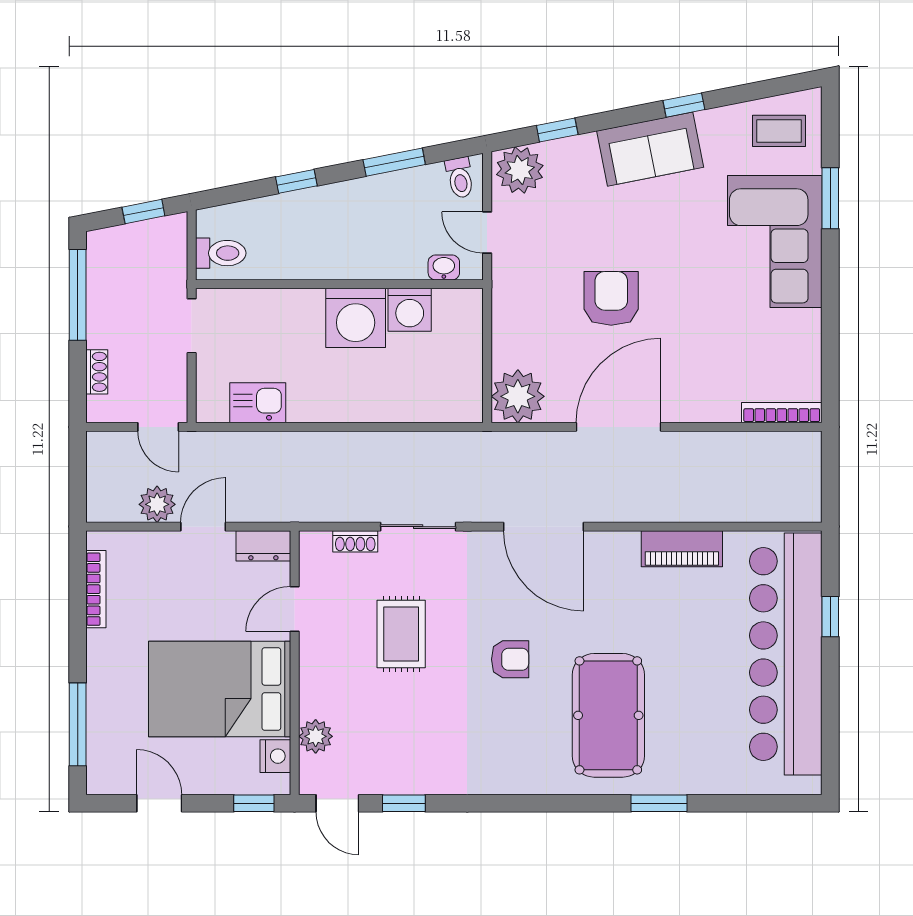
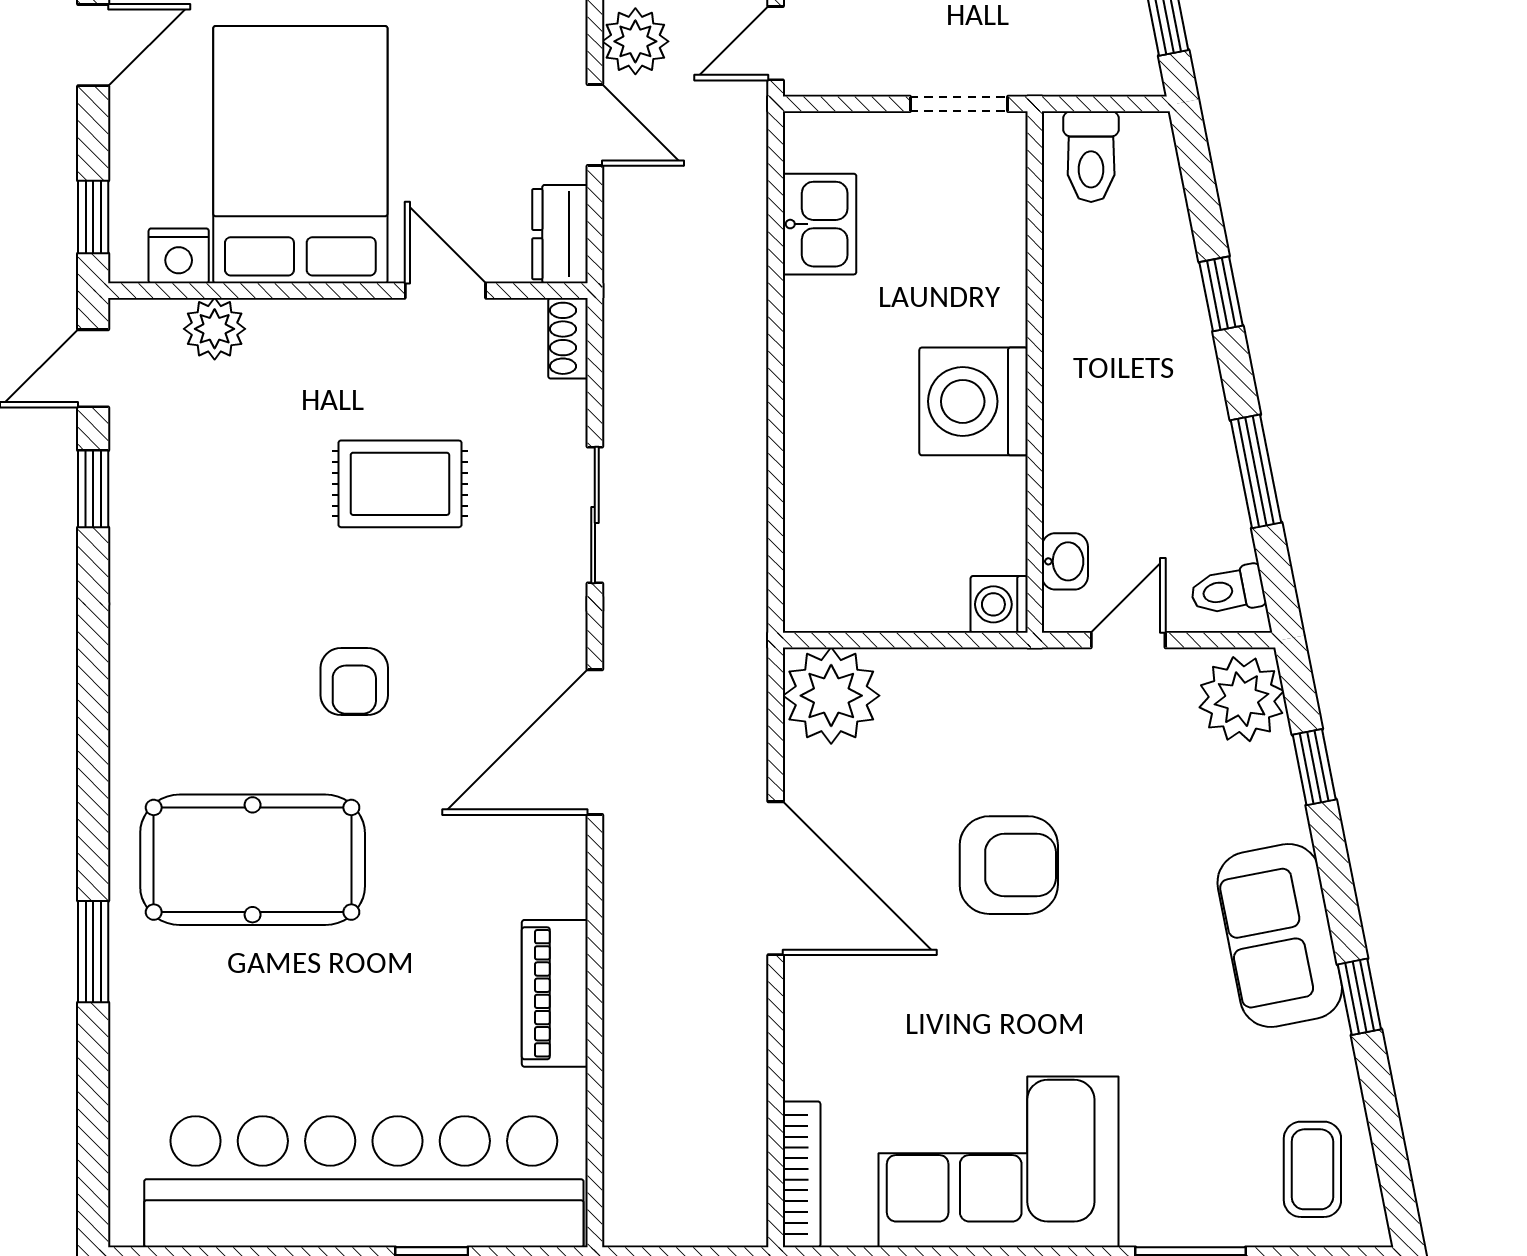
corner sofa: (775, 242) -> (999, 1162), moved
washing machine: (410, 310) -> (999, 604), moved, width x0.73, depth x0.73
shoe rack: (355, 541) -> (568, 338), moved

